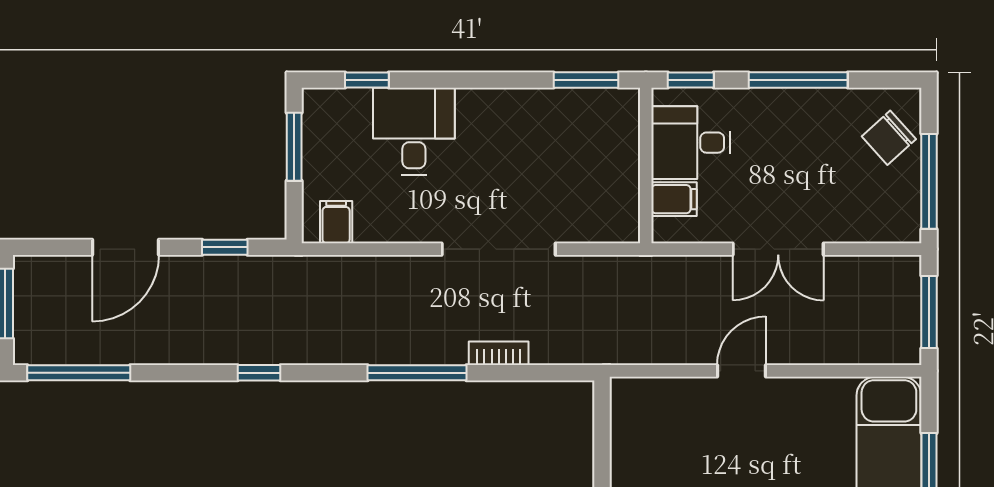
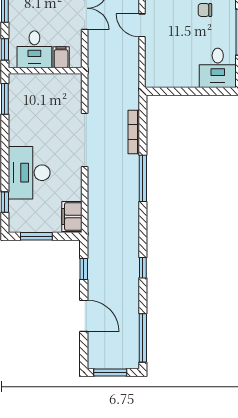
desk: (414, 132) -> (29, 173), width x1.37
filing cabinet: (336, 222) -> (72, 217), width x2.00
bookcase: (499, 353) -> (134, 132), width x1.56
window: (259, 373) -> (143, 268), moved

